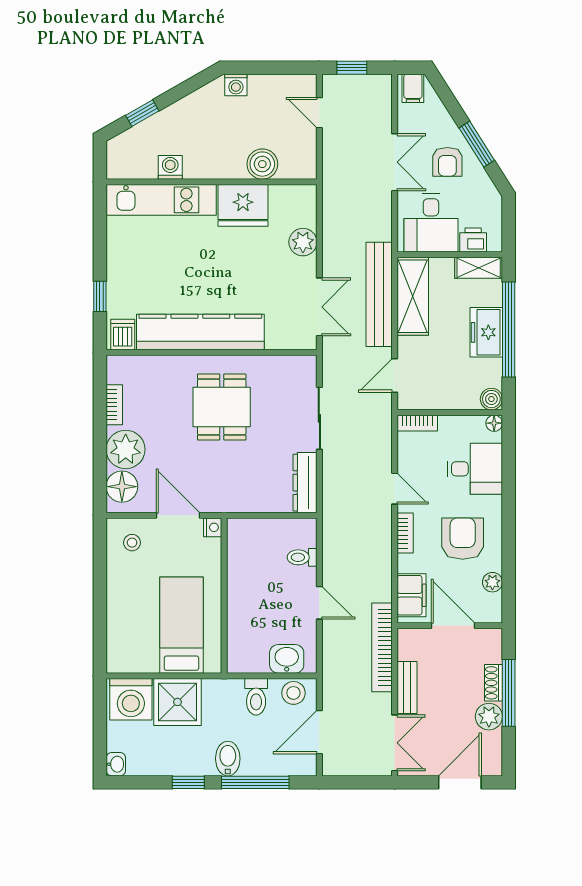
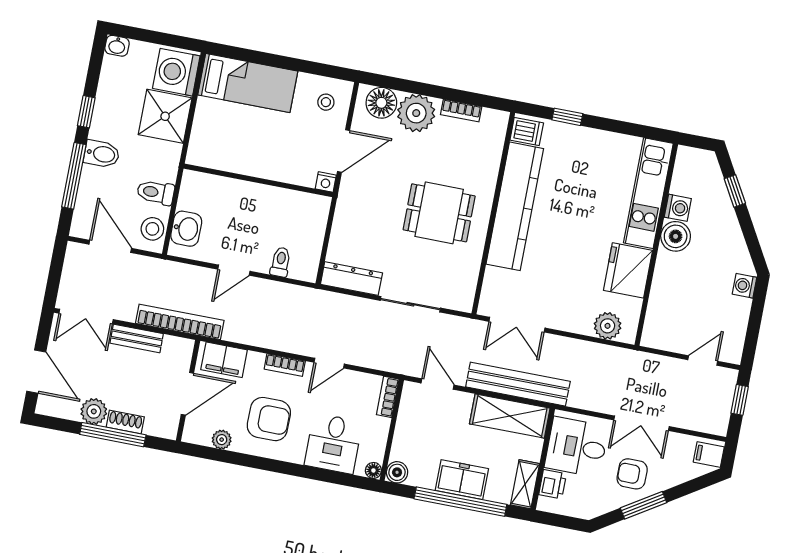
boiler: (262, 164) -> (676, 236), moved
plant: (303, 242) -> (608, 326), moved
bed: (181, 625) -> (248, 83), moved

